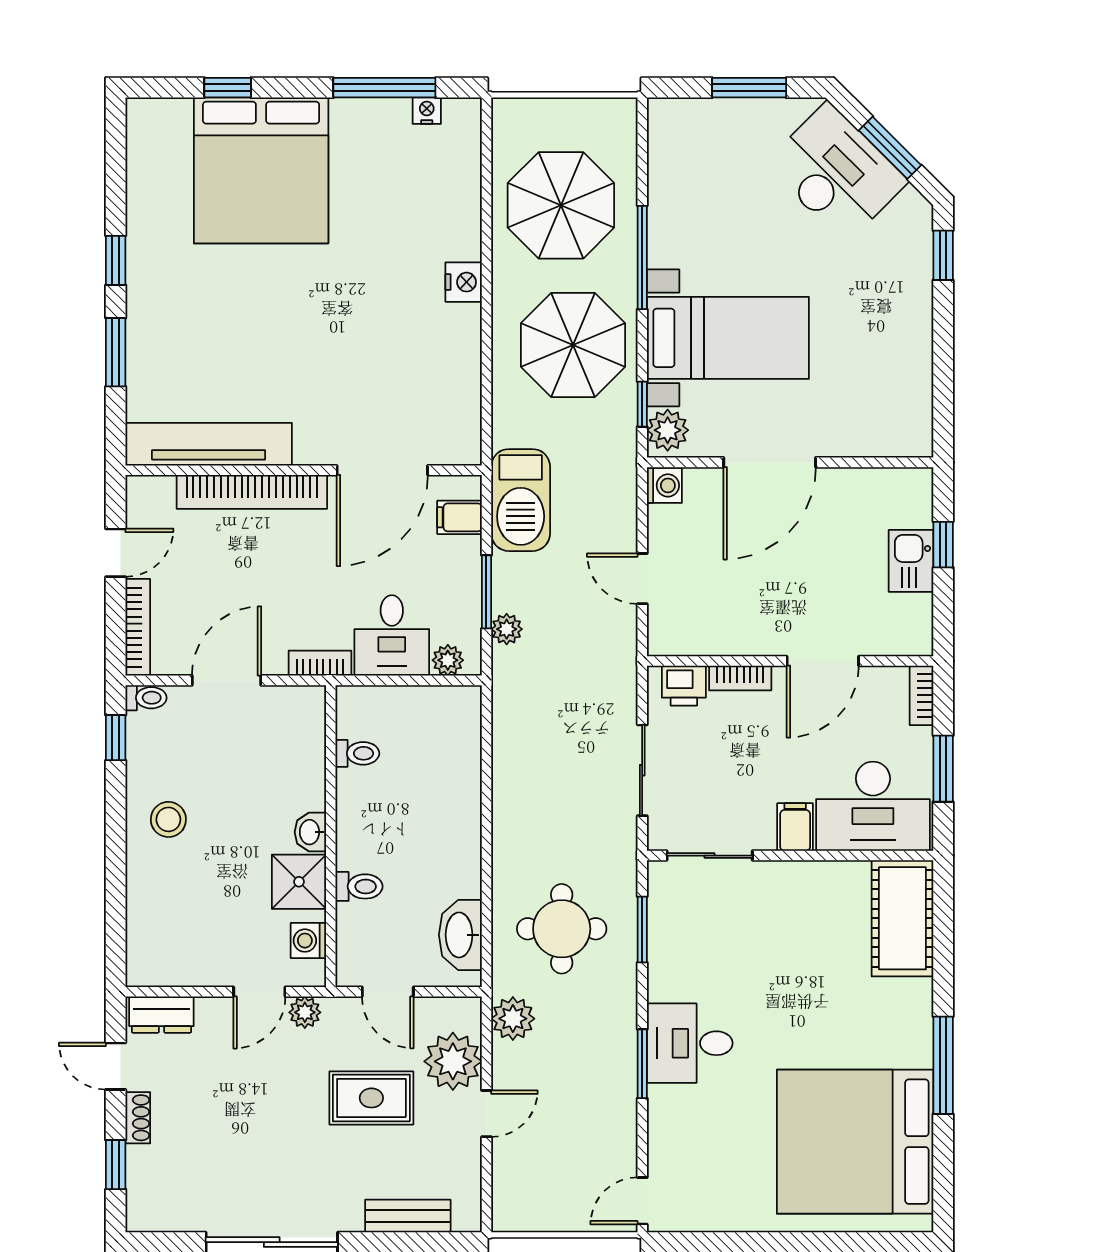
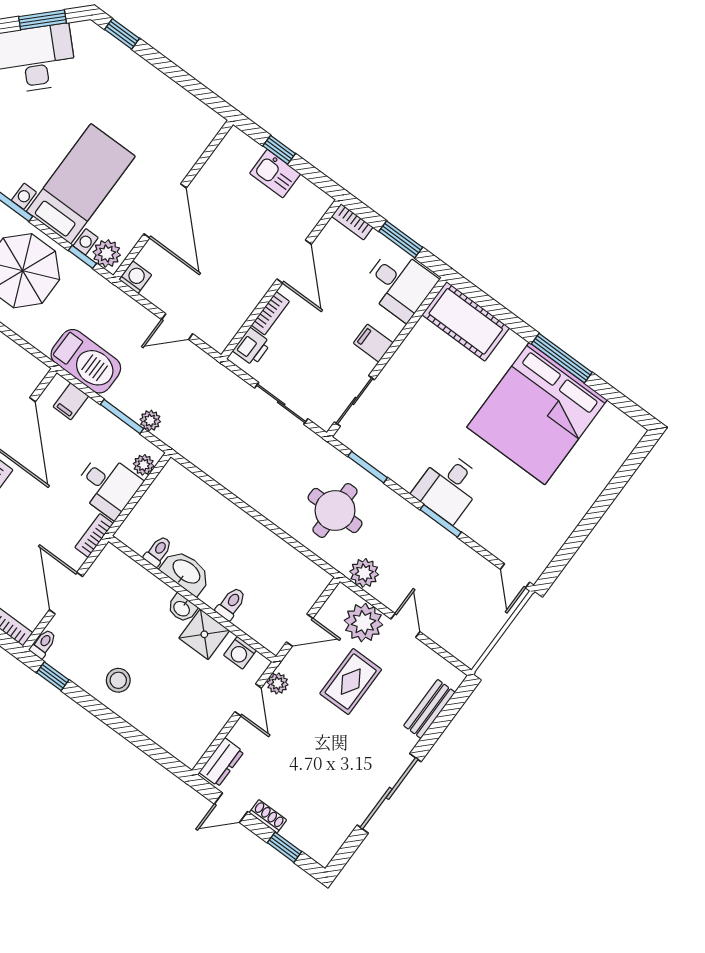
desk: (873, 806) -> (399, 284), width x0.73
washbasin: (460, 935) -> (186, 572), moved, turned 180
bed: (855, 1142) -> (537, 414), moved

